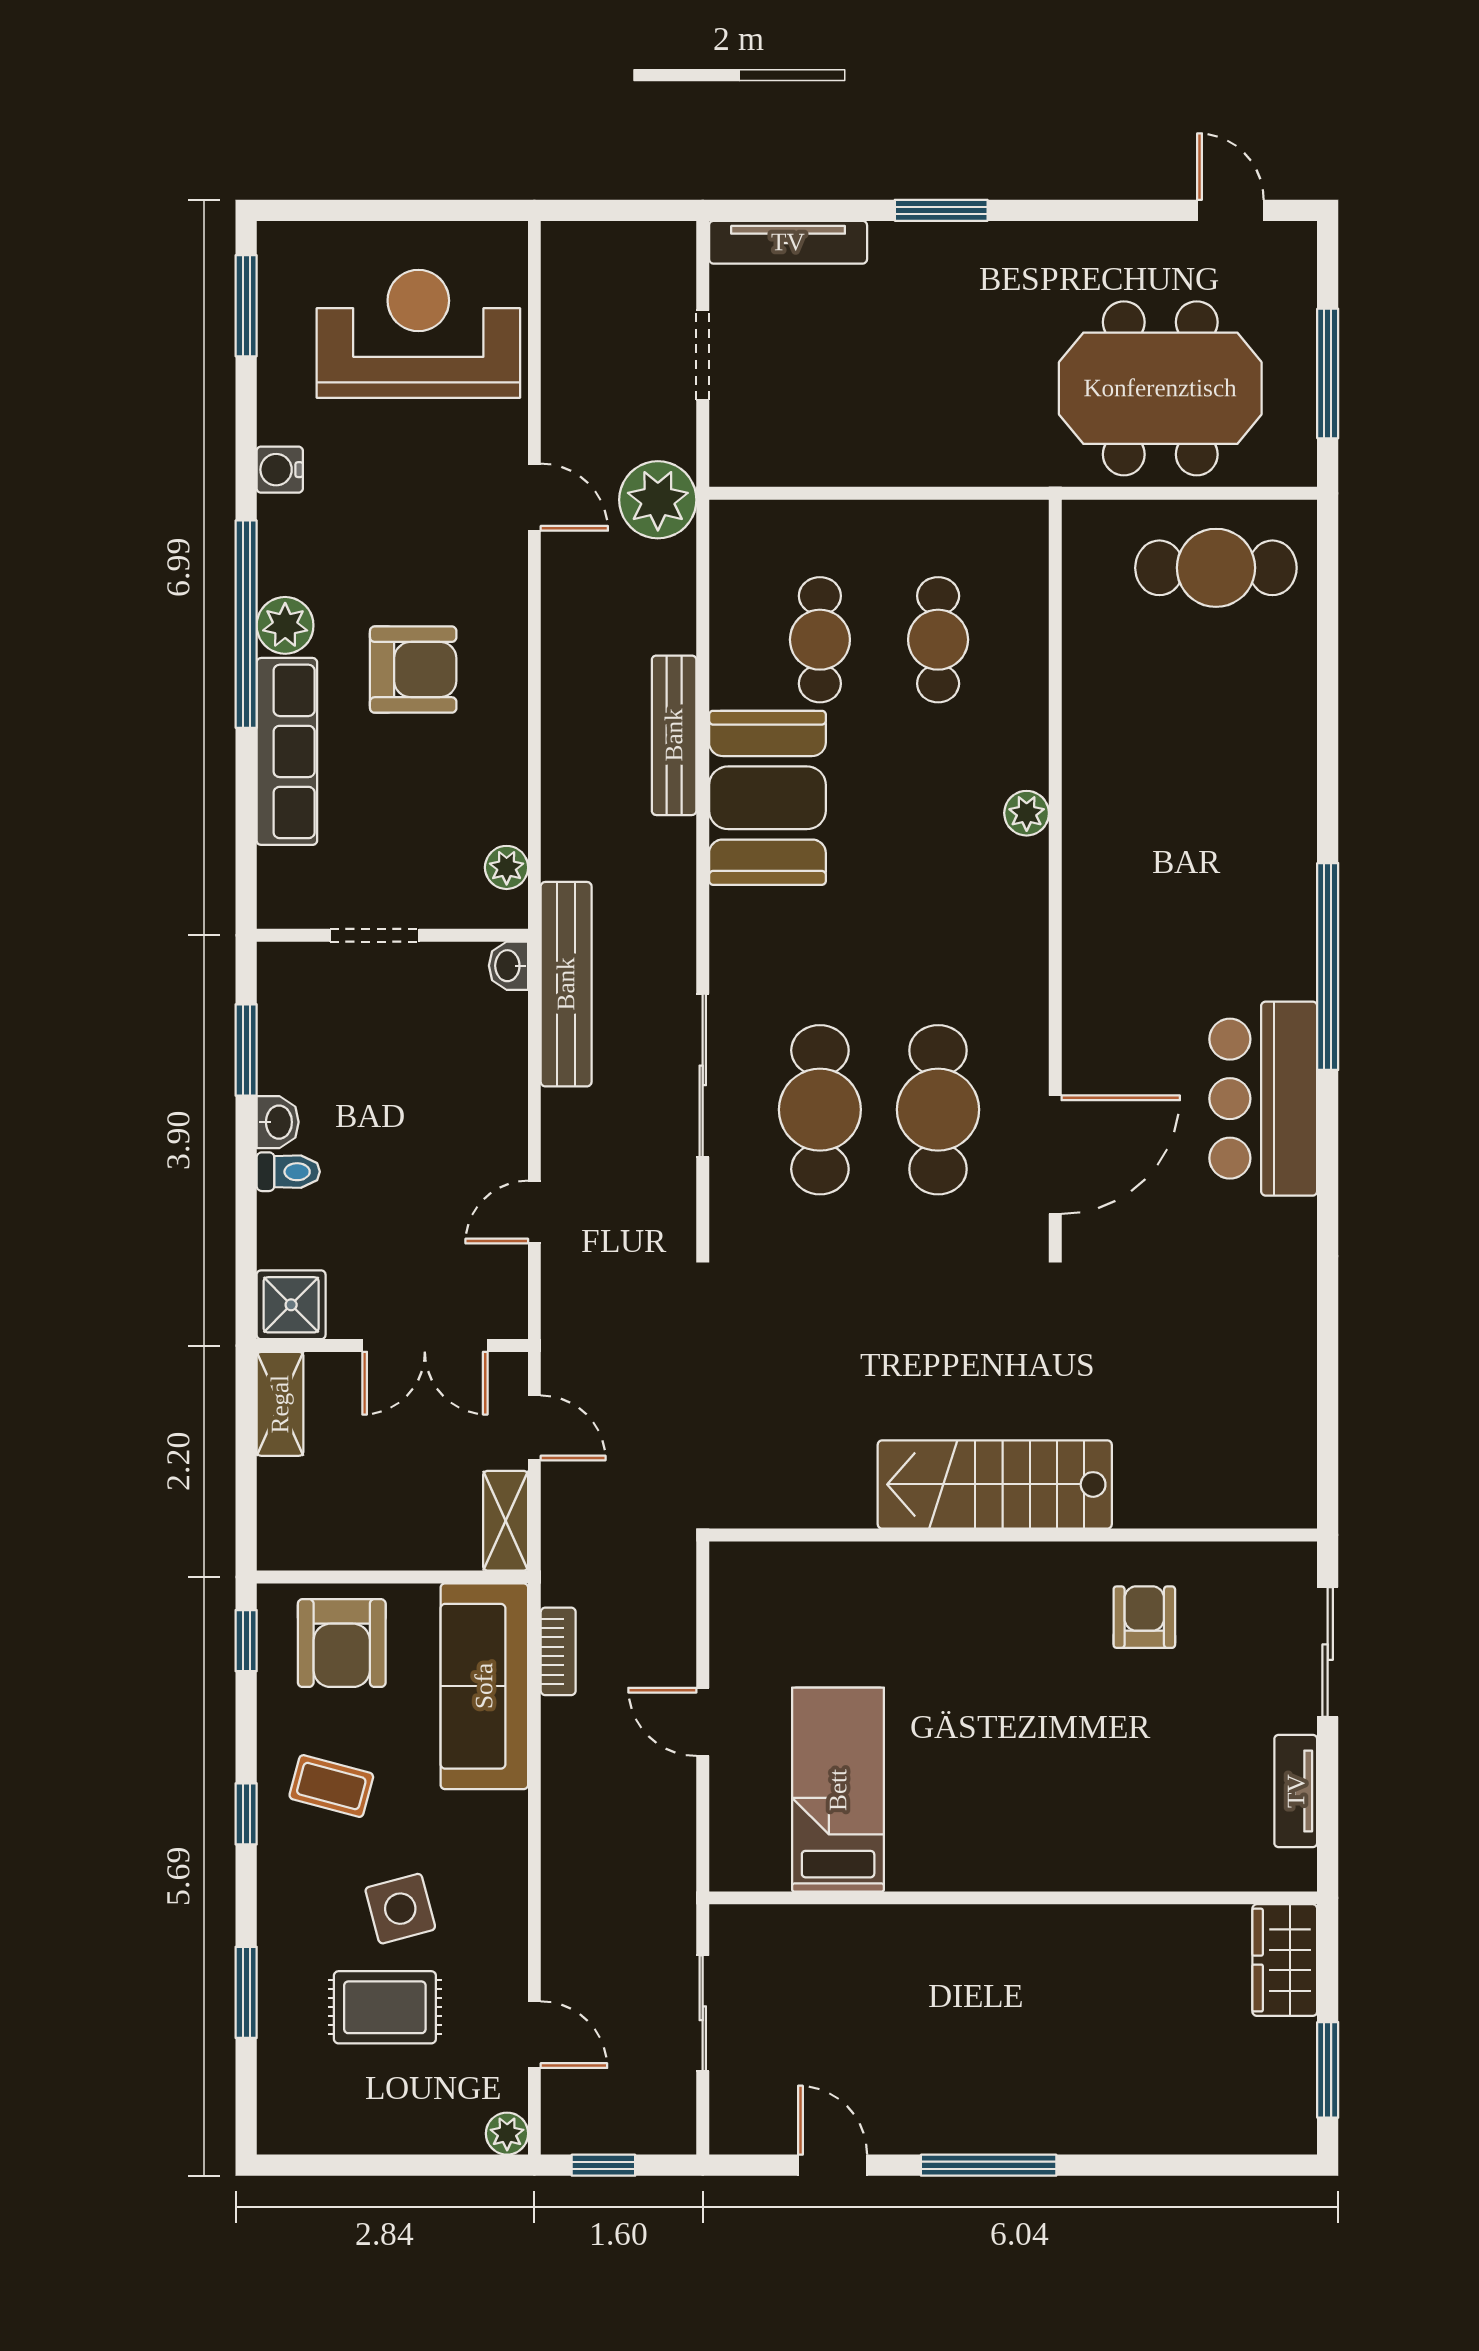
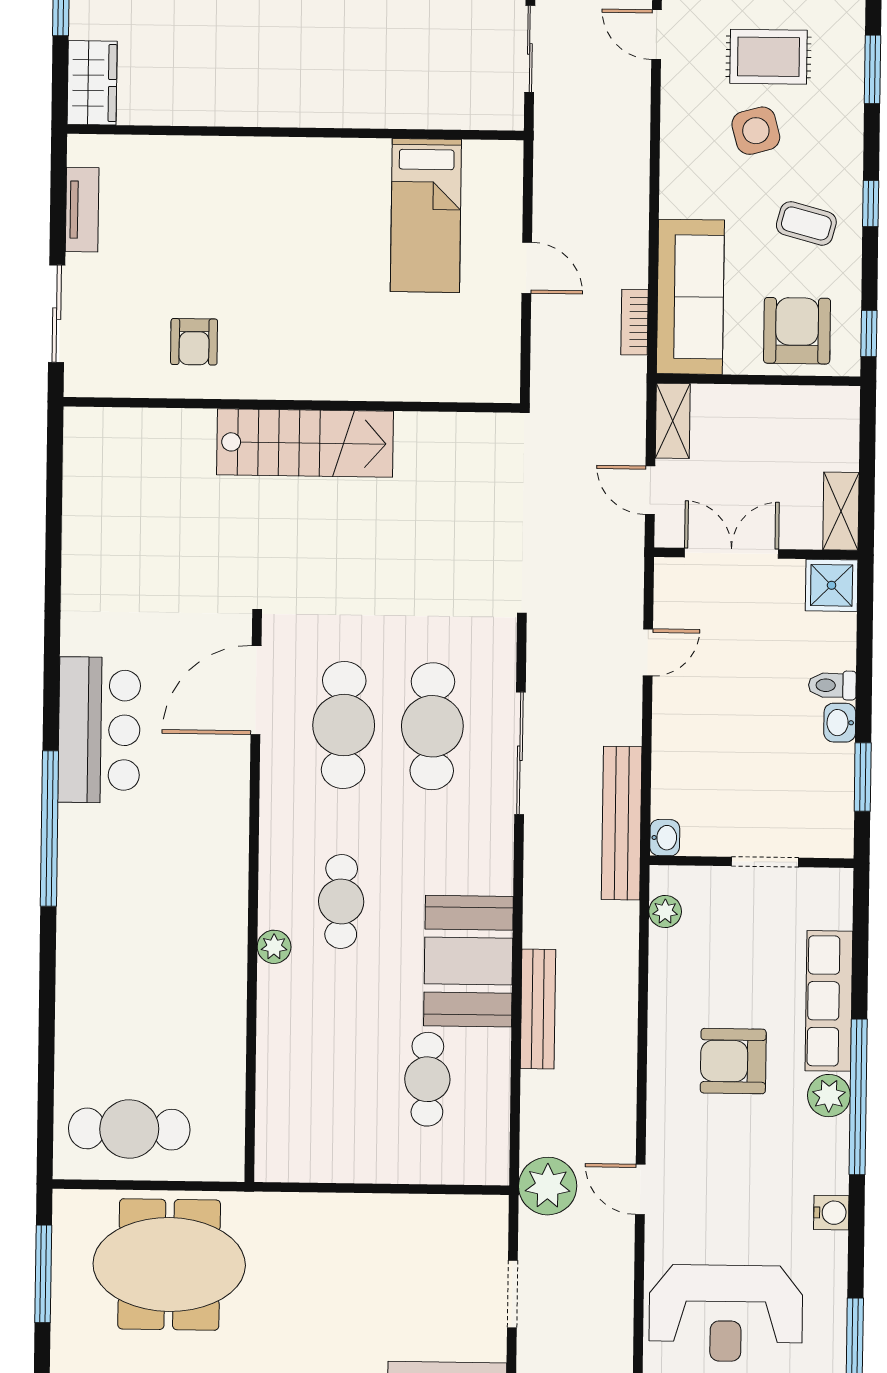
cafe table: (938, 640) -> (341, 901), moved

